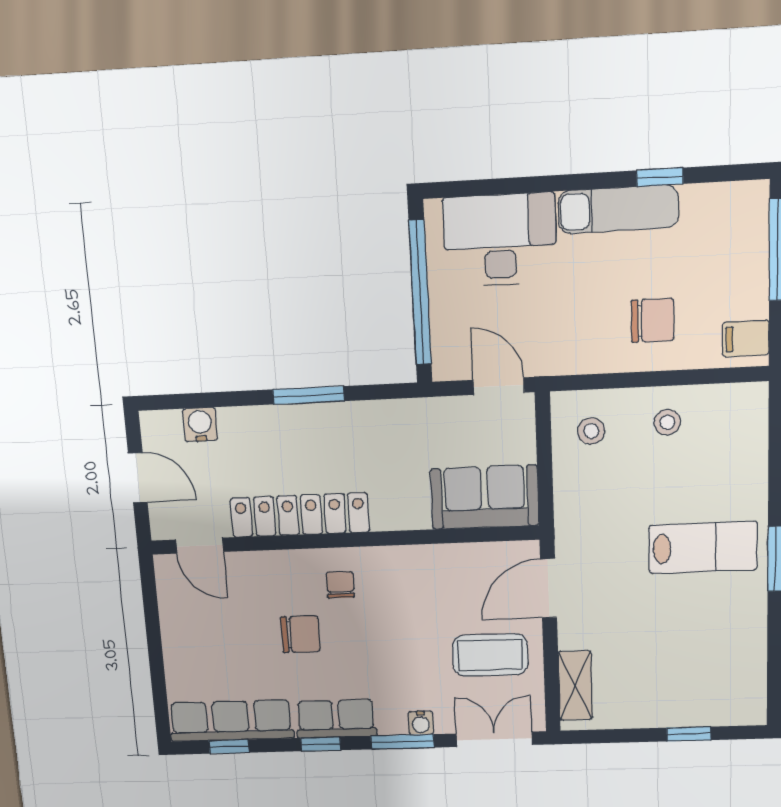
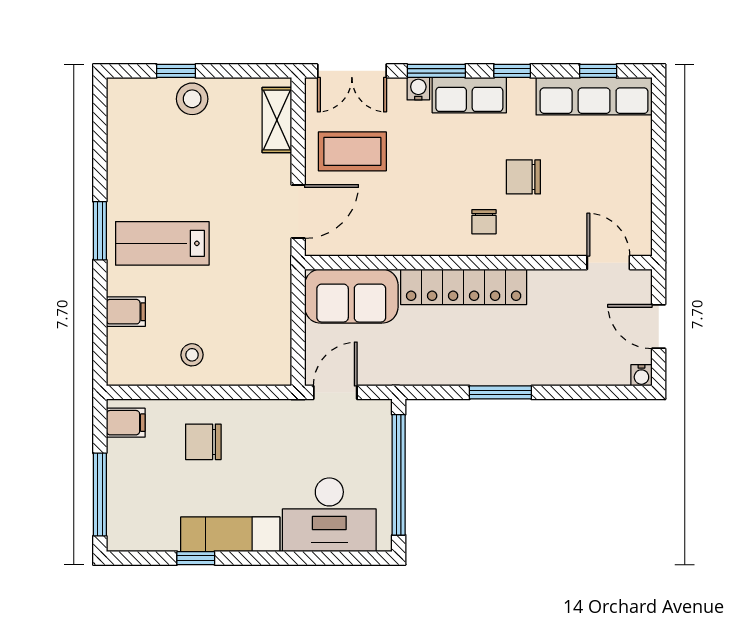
door: (499, 386) -> (335, 392), swing flipped
water cooler: (200, 425) -> (641, 375), moved, width x0.72, depth x0.72
stool: (591, 431) -> (192, 99), moved, width x1.37, depth x1.37
filing cabinet: (745, 469) -> (126, 312), added
locker: (300, 515) -> (464, 287), moved
row of seats: (336, 719) -> (469, 95), moved

